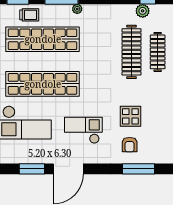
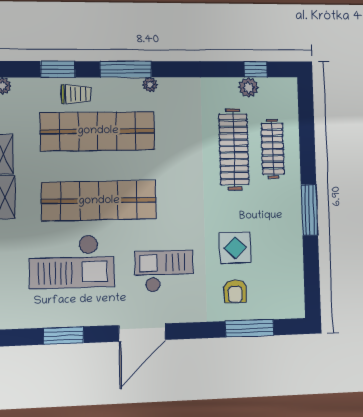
window: (32, 169) -> (64, 336), moved

